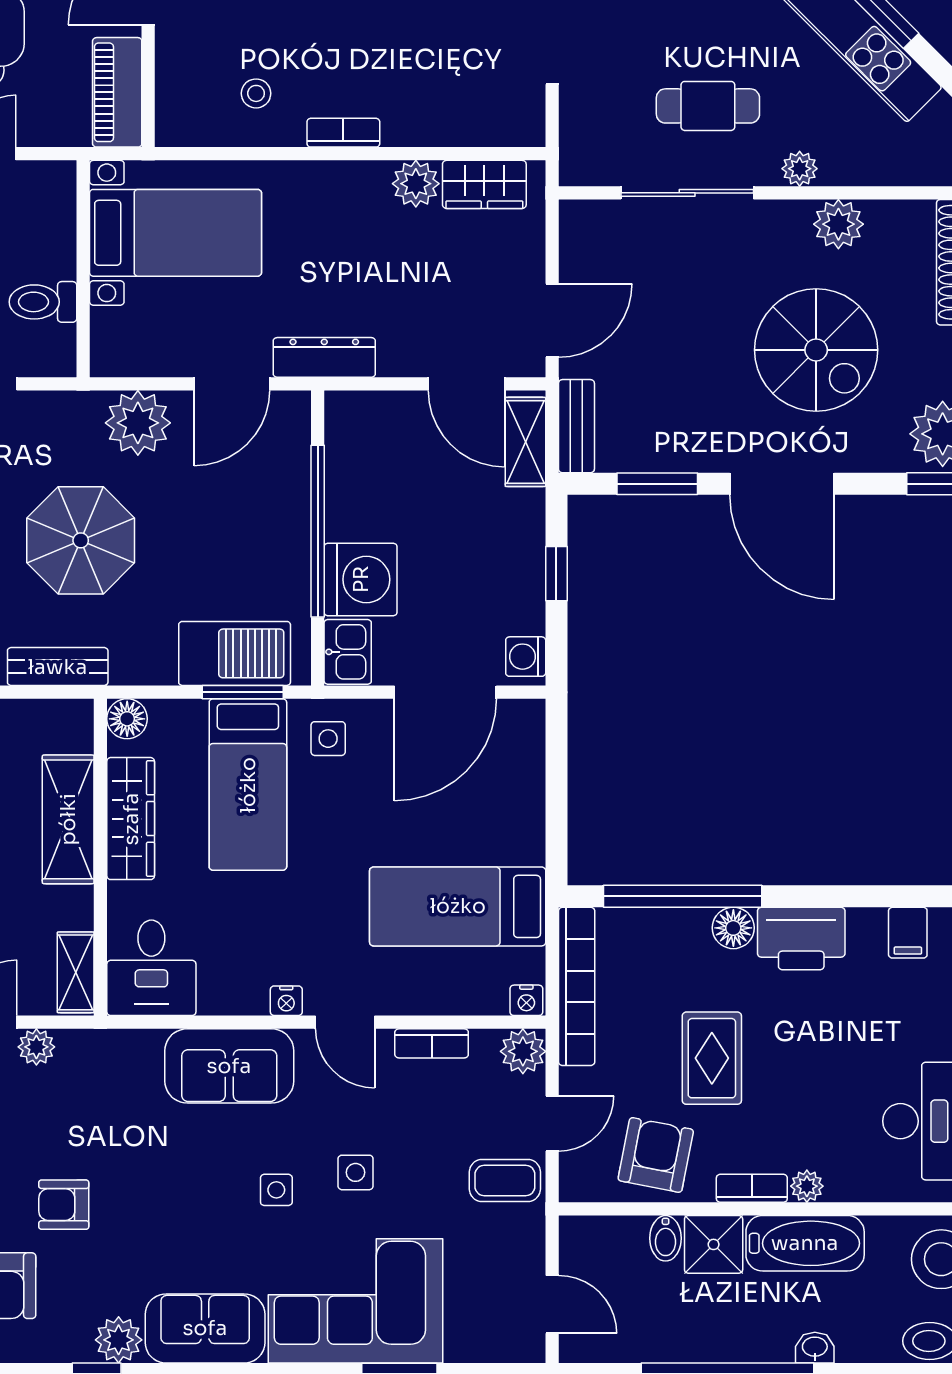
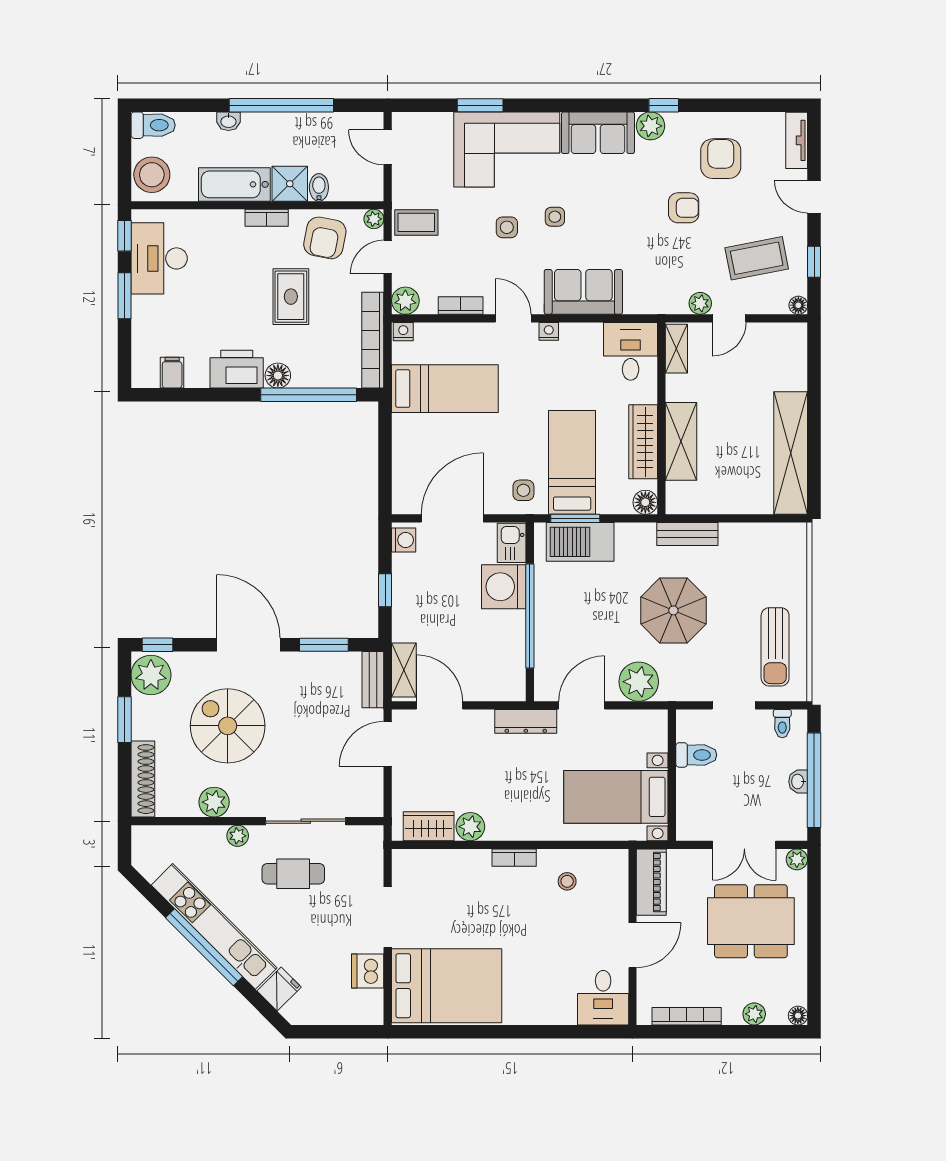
plant: (807, 1186) -> (374, 219), moved

